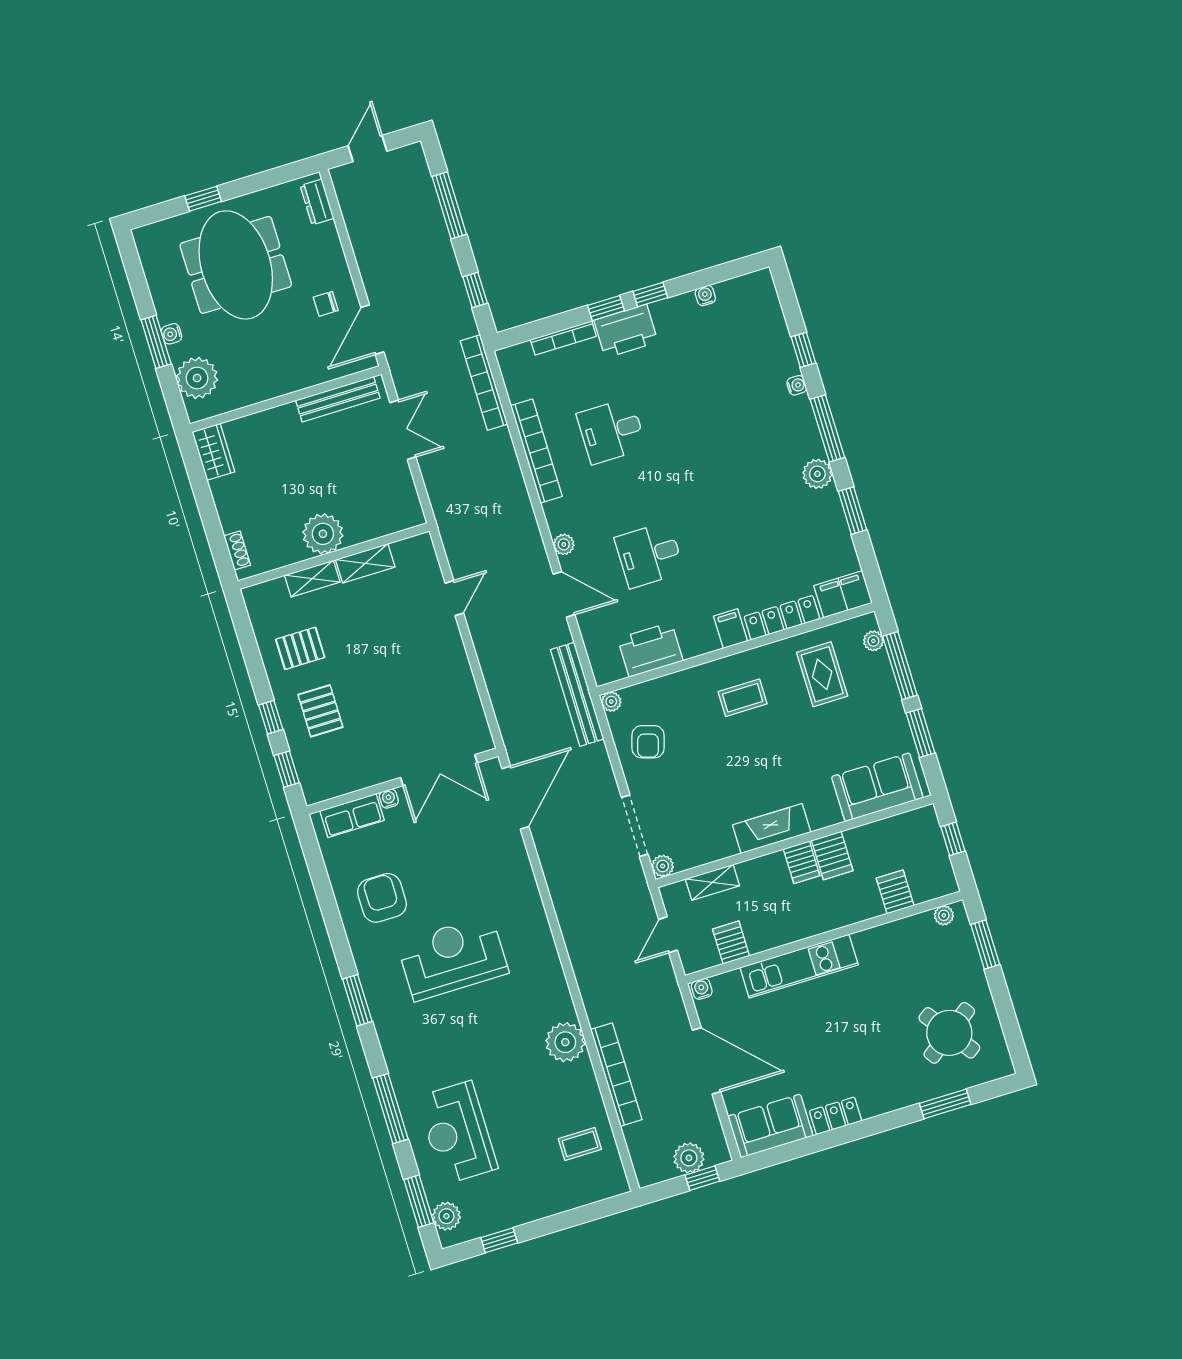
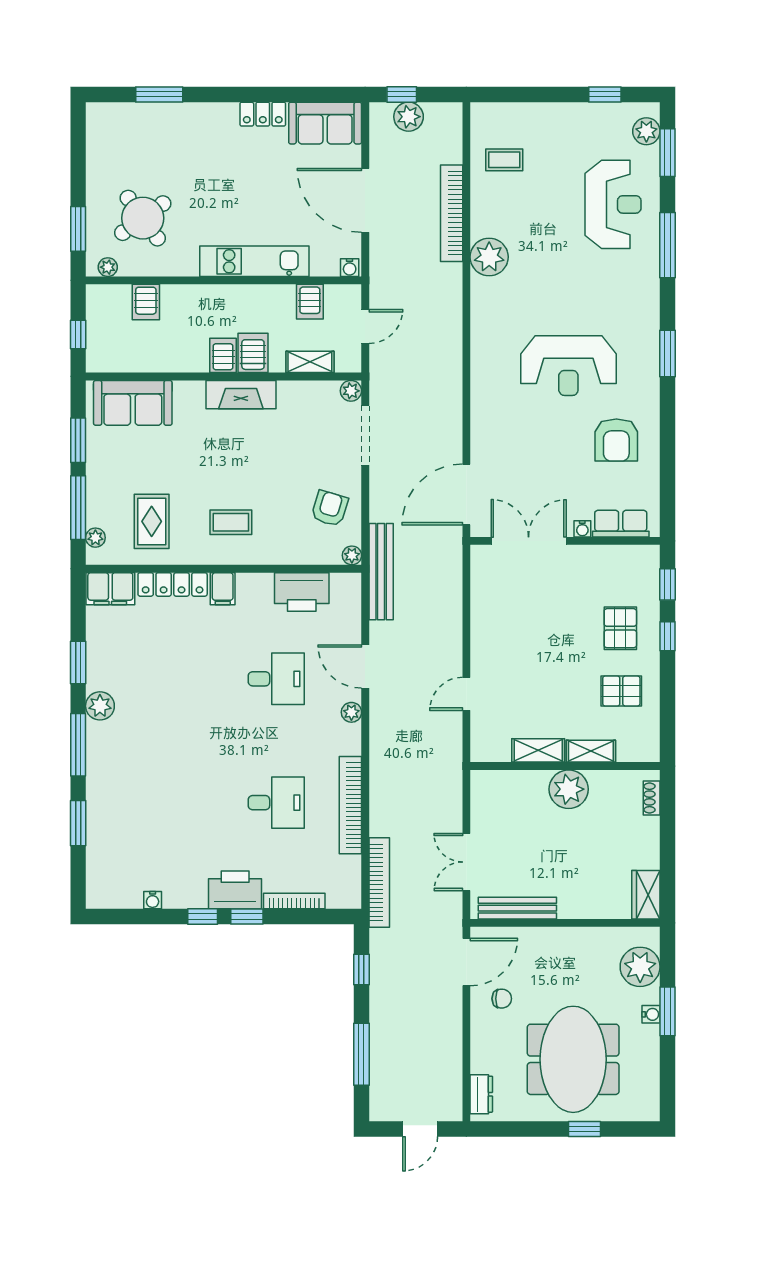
window: (803, 350) -> (78, 823), width x1.50
water cooler: (797, 385) -> (94, 793), removed
server rack: (832, 856) -> (253, 353), moved
round table: (949, 1033) -> (143, 218), moved

